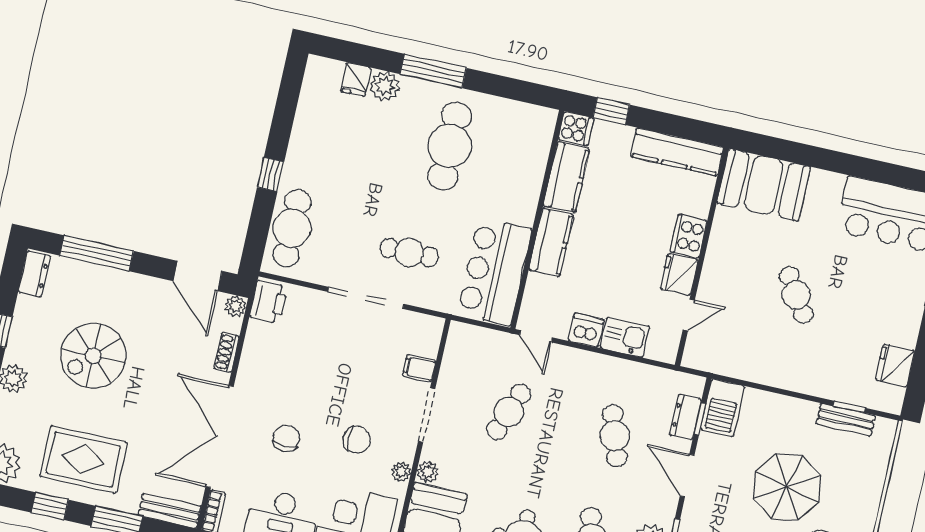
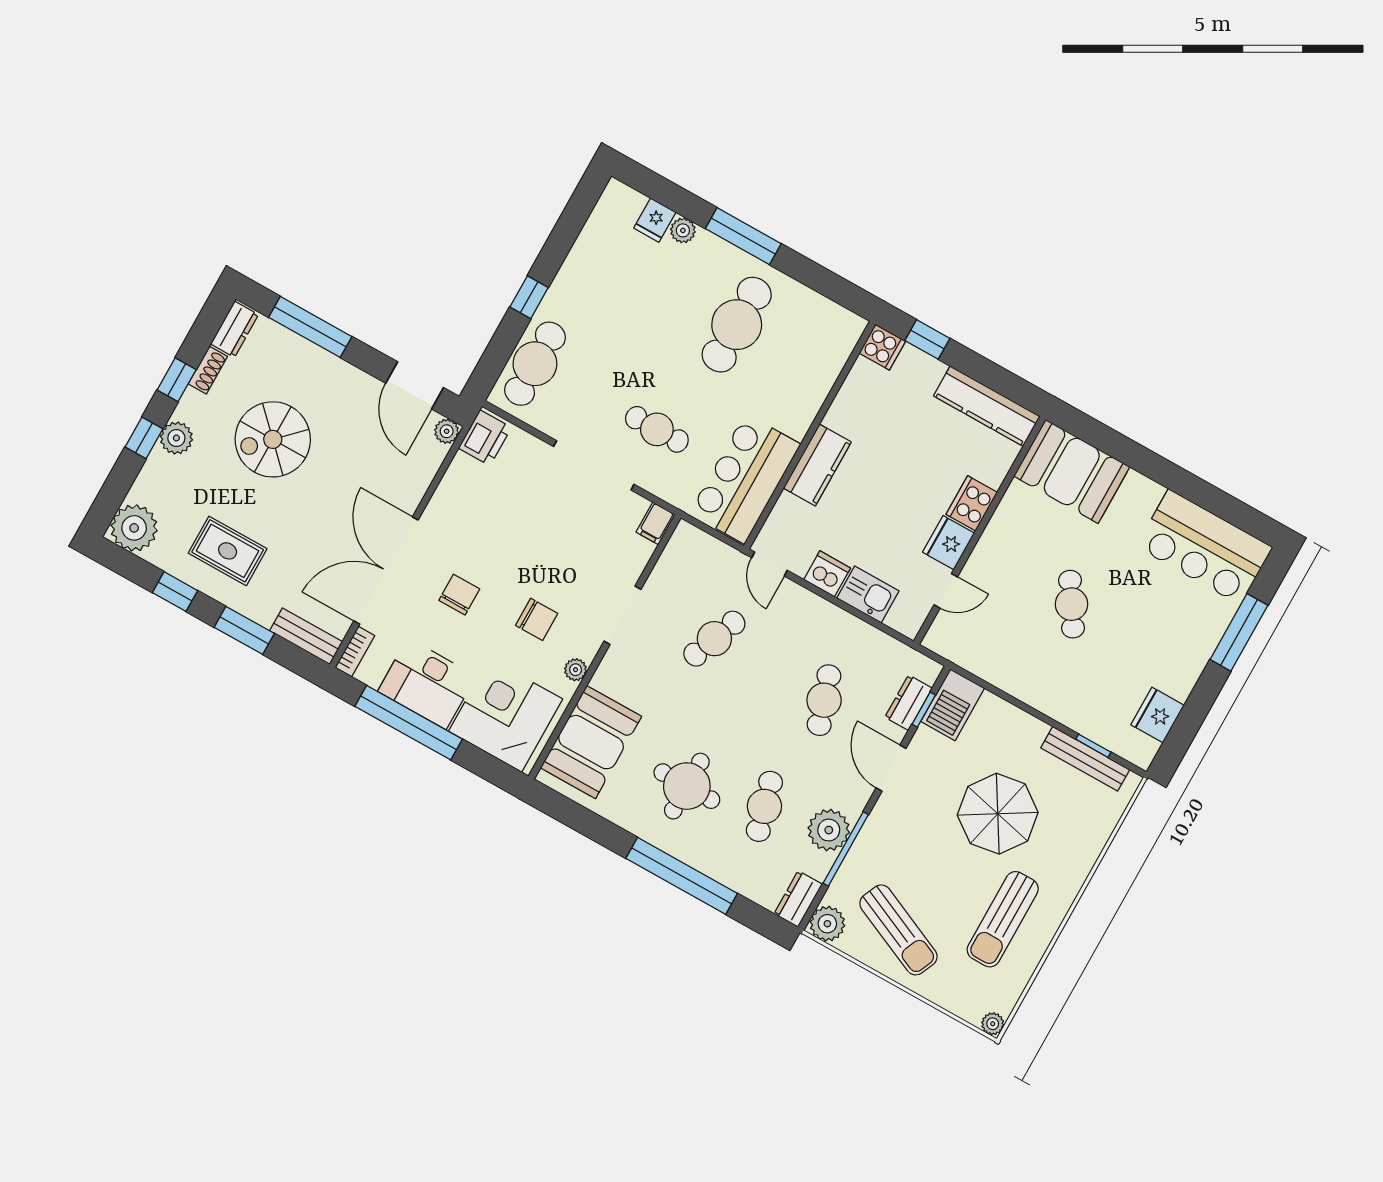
plant: (385, 86) -> (683, 230), width x0.73, depth x0.73
kitchen counter: (566, 177) -> (856, 398), removed
shoe rack: (227, 352) -> (208, 370), moved, turned 180
filing cabinet: (419, 368) -> (656, 523), moved, turned -90
bench: (846, 420) -> (1085, 759), width x1.36
rug: (83, 459) -> (228, 551), width x0.73, depth x0.70
plant: (428, 472) -> (605, 679), removed

